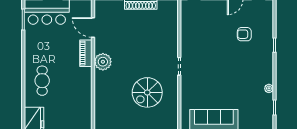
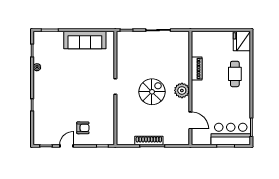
armchair: (244, 34) -> (83, 128), moved
piano: (86, 53) -> (197, 69), moved
spiral stairs: (147, 92) -> (152, 92), moved

